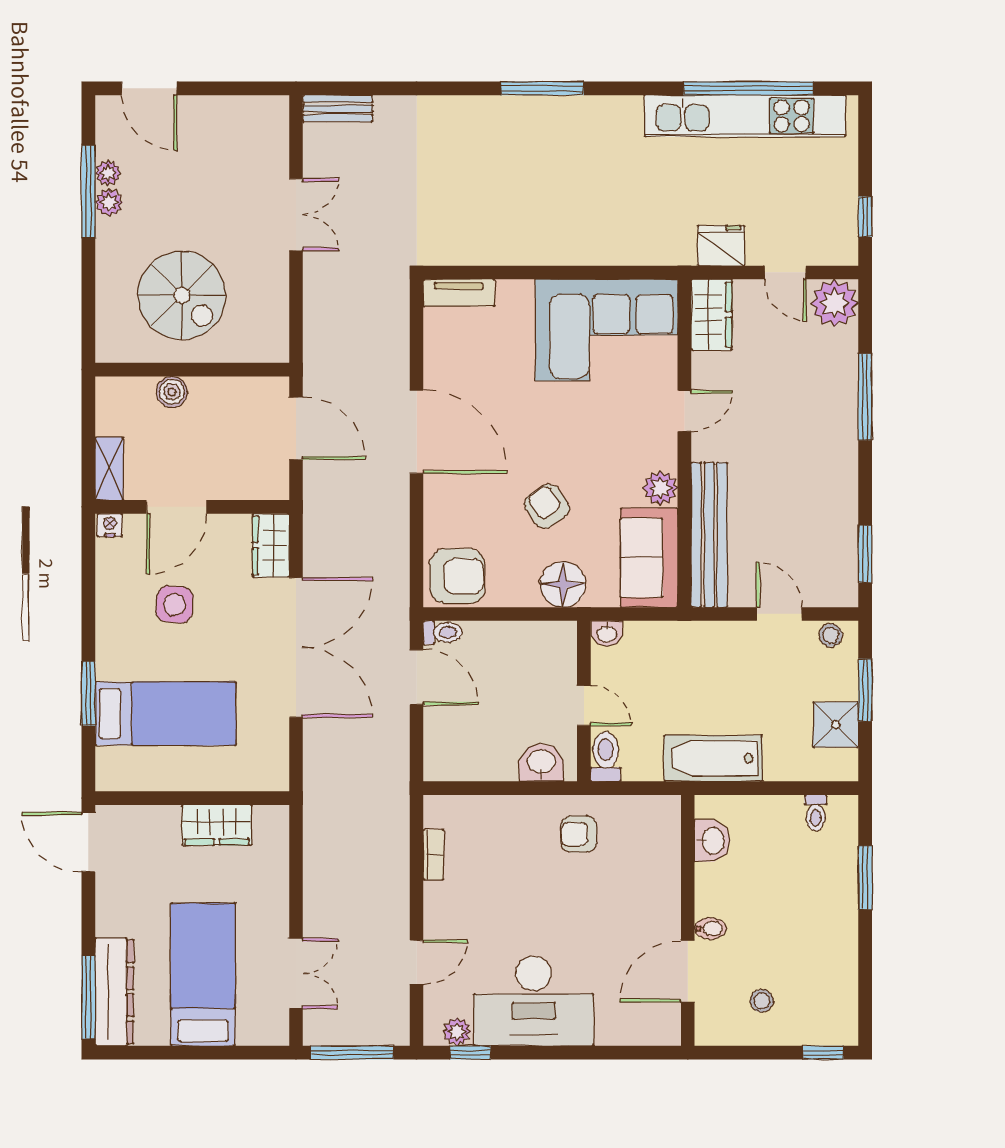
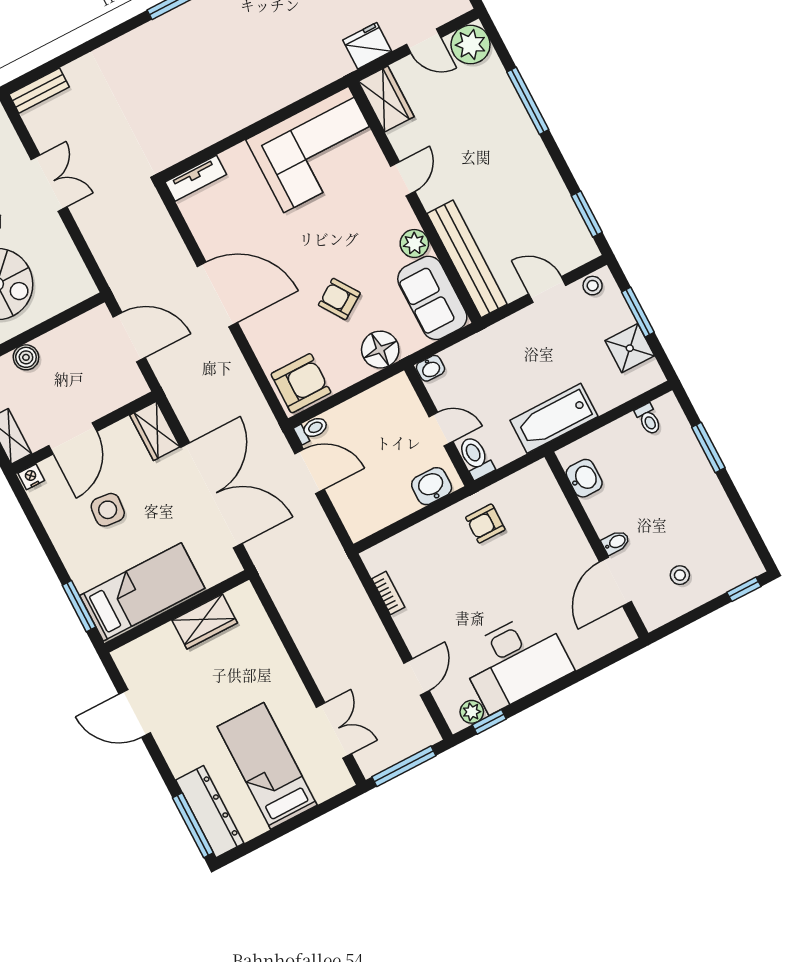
wall: (192, 798) -> (177, 611), moved
wardrobe: (217, 825) -> (205, 622), moved

